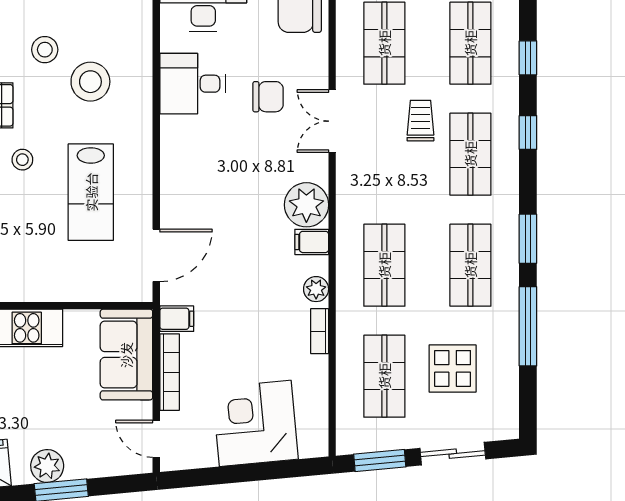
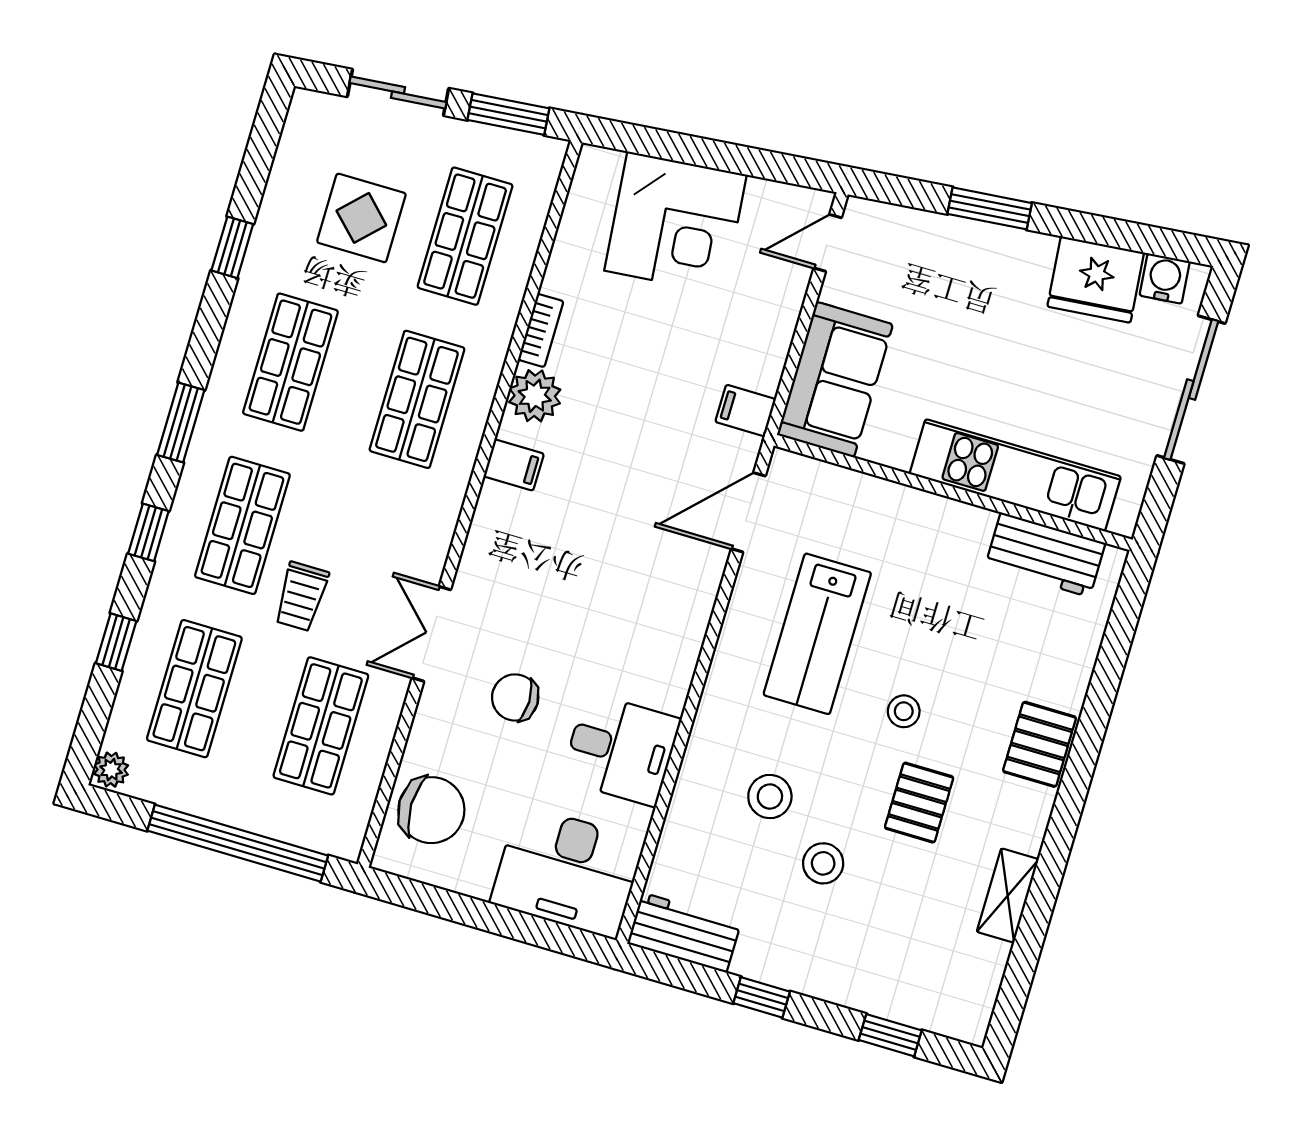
stool: (90, 82) -> (770, 797), width x0.73, depth x0.73
double door: (332, 121) -> (431, 634), swing flipped
lab bench: (91, 192) -> (817, 634), turned 180
plant: (306, 205) -> (505, 522), removed
window: (528, 239) -> (181, 422), moved
plant: (316, 289) -> (535, 396), width x1.38, depth x1.38
window: (528, 326) -> (232, 247), width x0.46
bookcase: (170, 372) -> (779, 335), removed
door: (156, 439) -> (828, 243), swing flipped
plant: (47, 466) -> (1000, 250), removed

